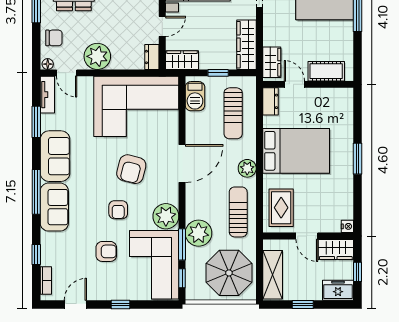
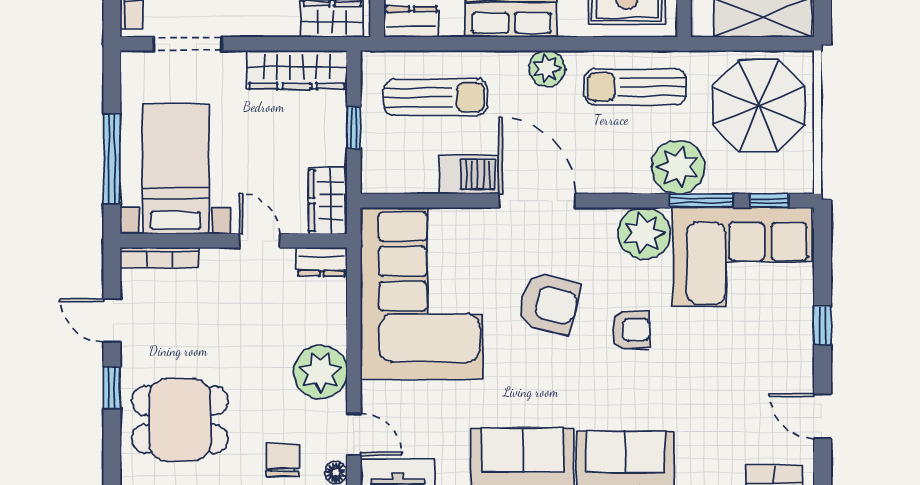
door: (67, 73) -> (354, 434), hinge flipped
barbecue: (195, 96) -> (469, 174), moved
armchair: (106, 251) -> (715, 354), removed

